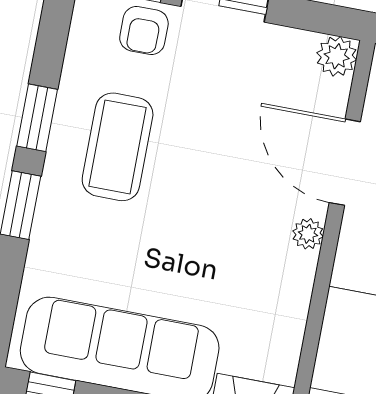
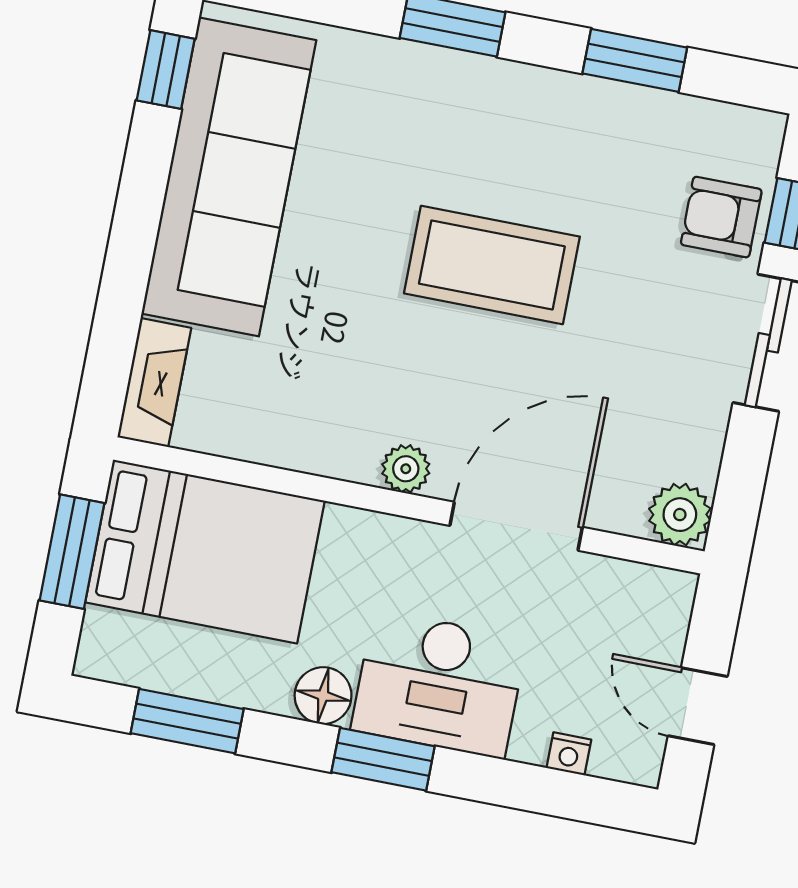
window: (37, 118) -> (635, 60), moved
coffee table: (118, 147) -> (492, 265), moved

